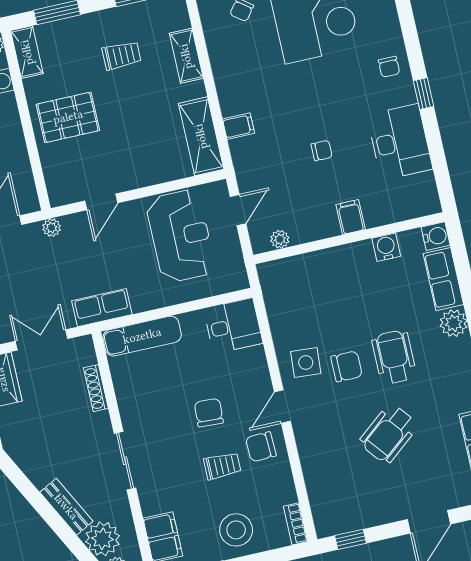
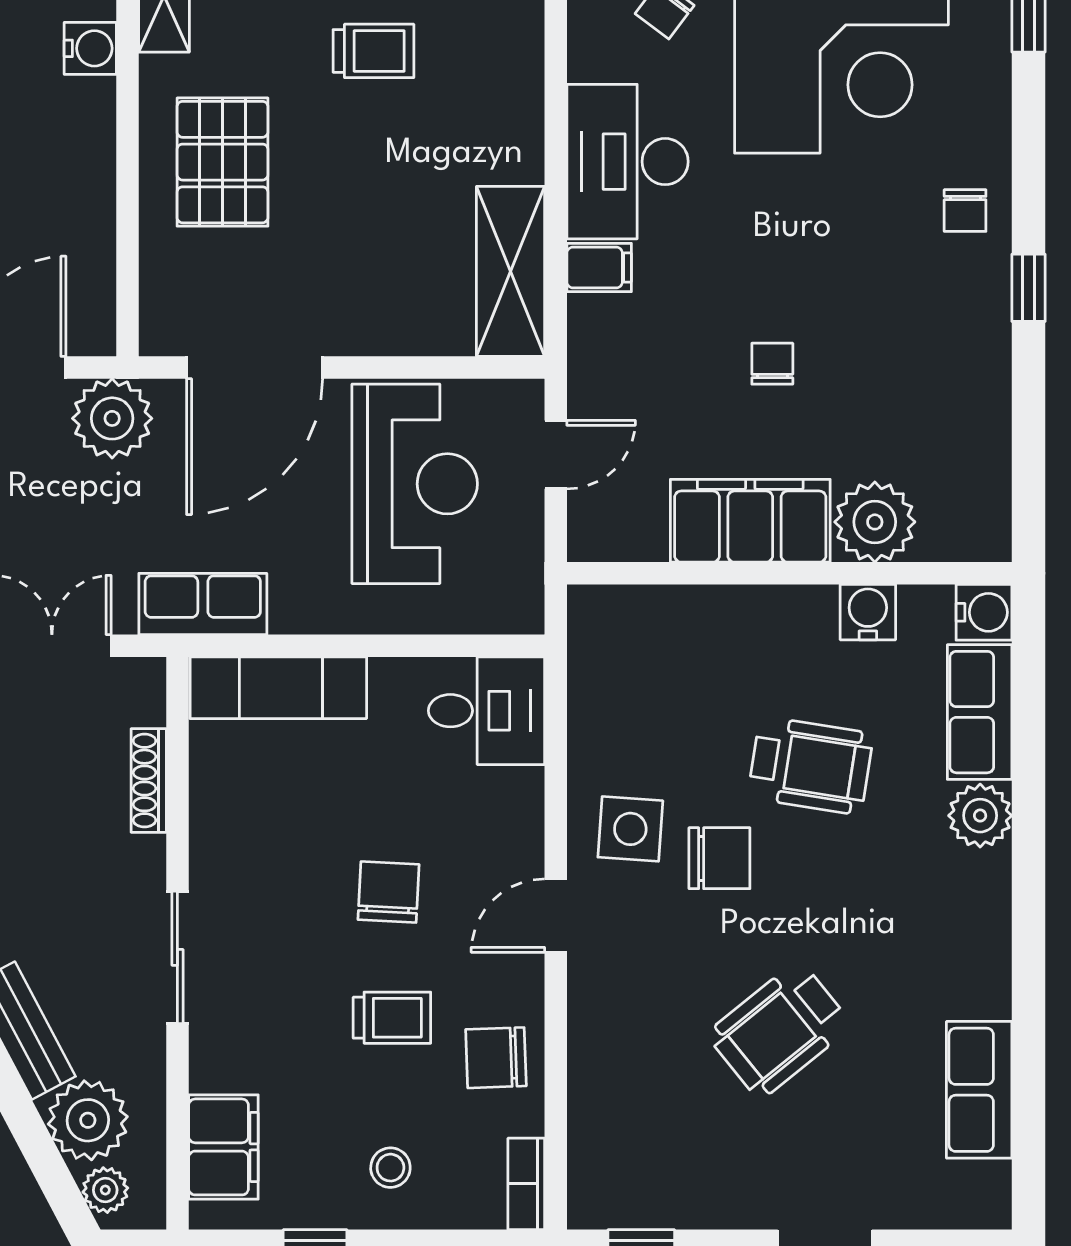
shelving: (186, 56) -> (518, 84), removed
pallet: (68, 117) -> (222, 162), turned 90
desk: (400, 142) -> (627, 162), moved, turned 180
chair: (322, 151) -> (772, 364), turned -90
door: (101, 202) -> (255, 368), width x1.88
filing cabinet: (351, 217) -> (750, 521), width x3.00, depth x1.17
plant: (52, 228) -> (112, 418), width x1.87, depth x1.87
plant: (280, 239) -> (875, 522), moved, width x1.87, depth x1.87
wheelchair: (394, 357) -> (811, 766), moved, turned 99
chair: (261, 447) -> (496, 1058), moved
stool: (236, 530) -> (390, 1168), width x0.53, depth x0.53

